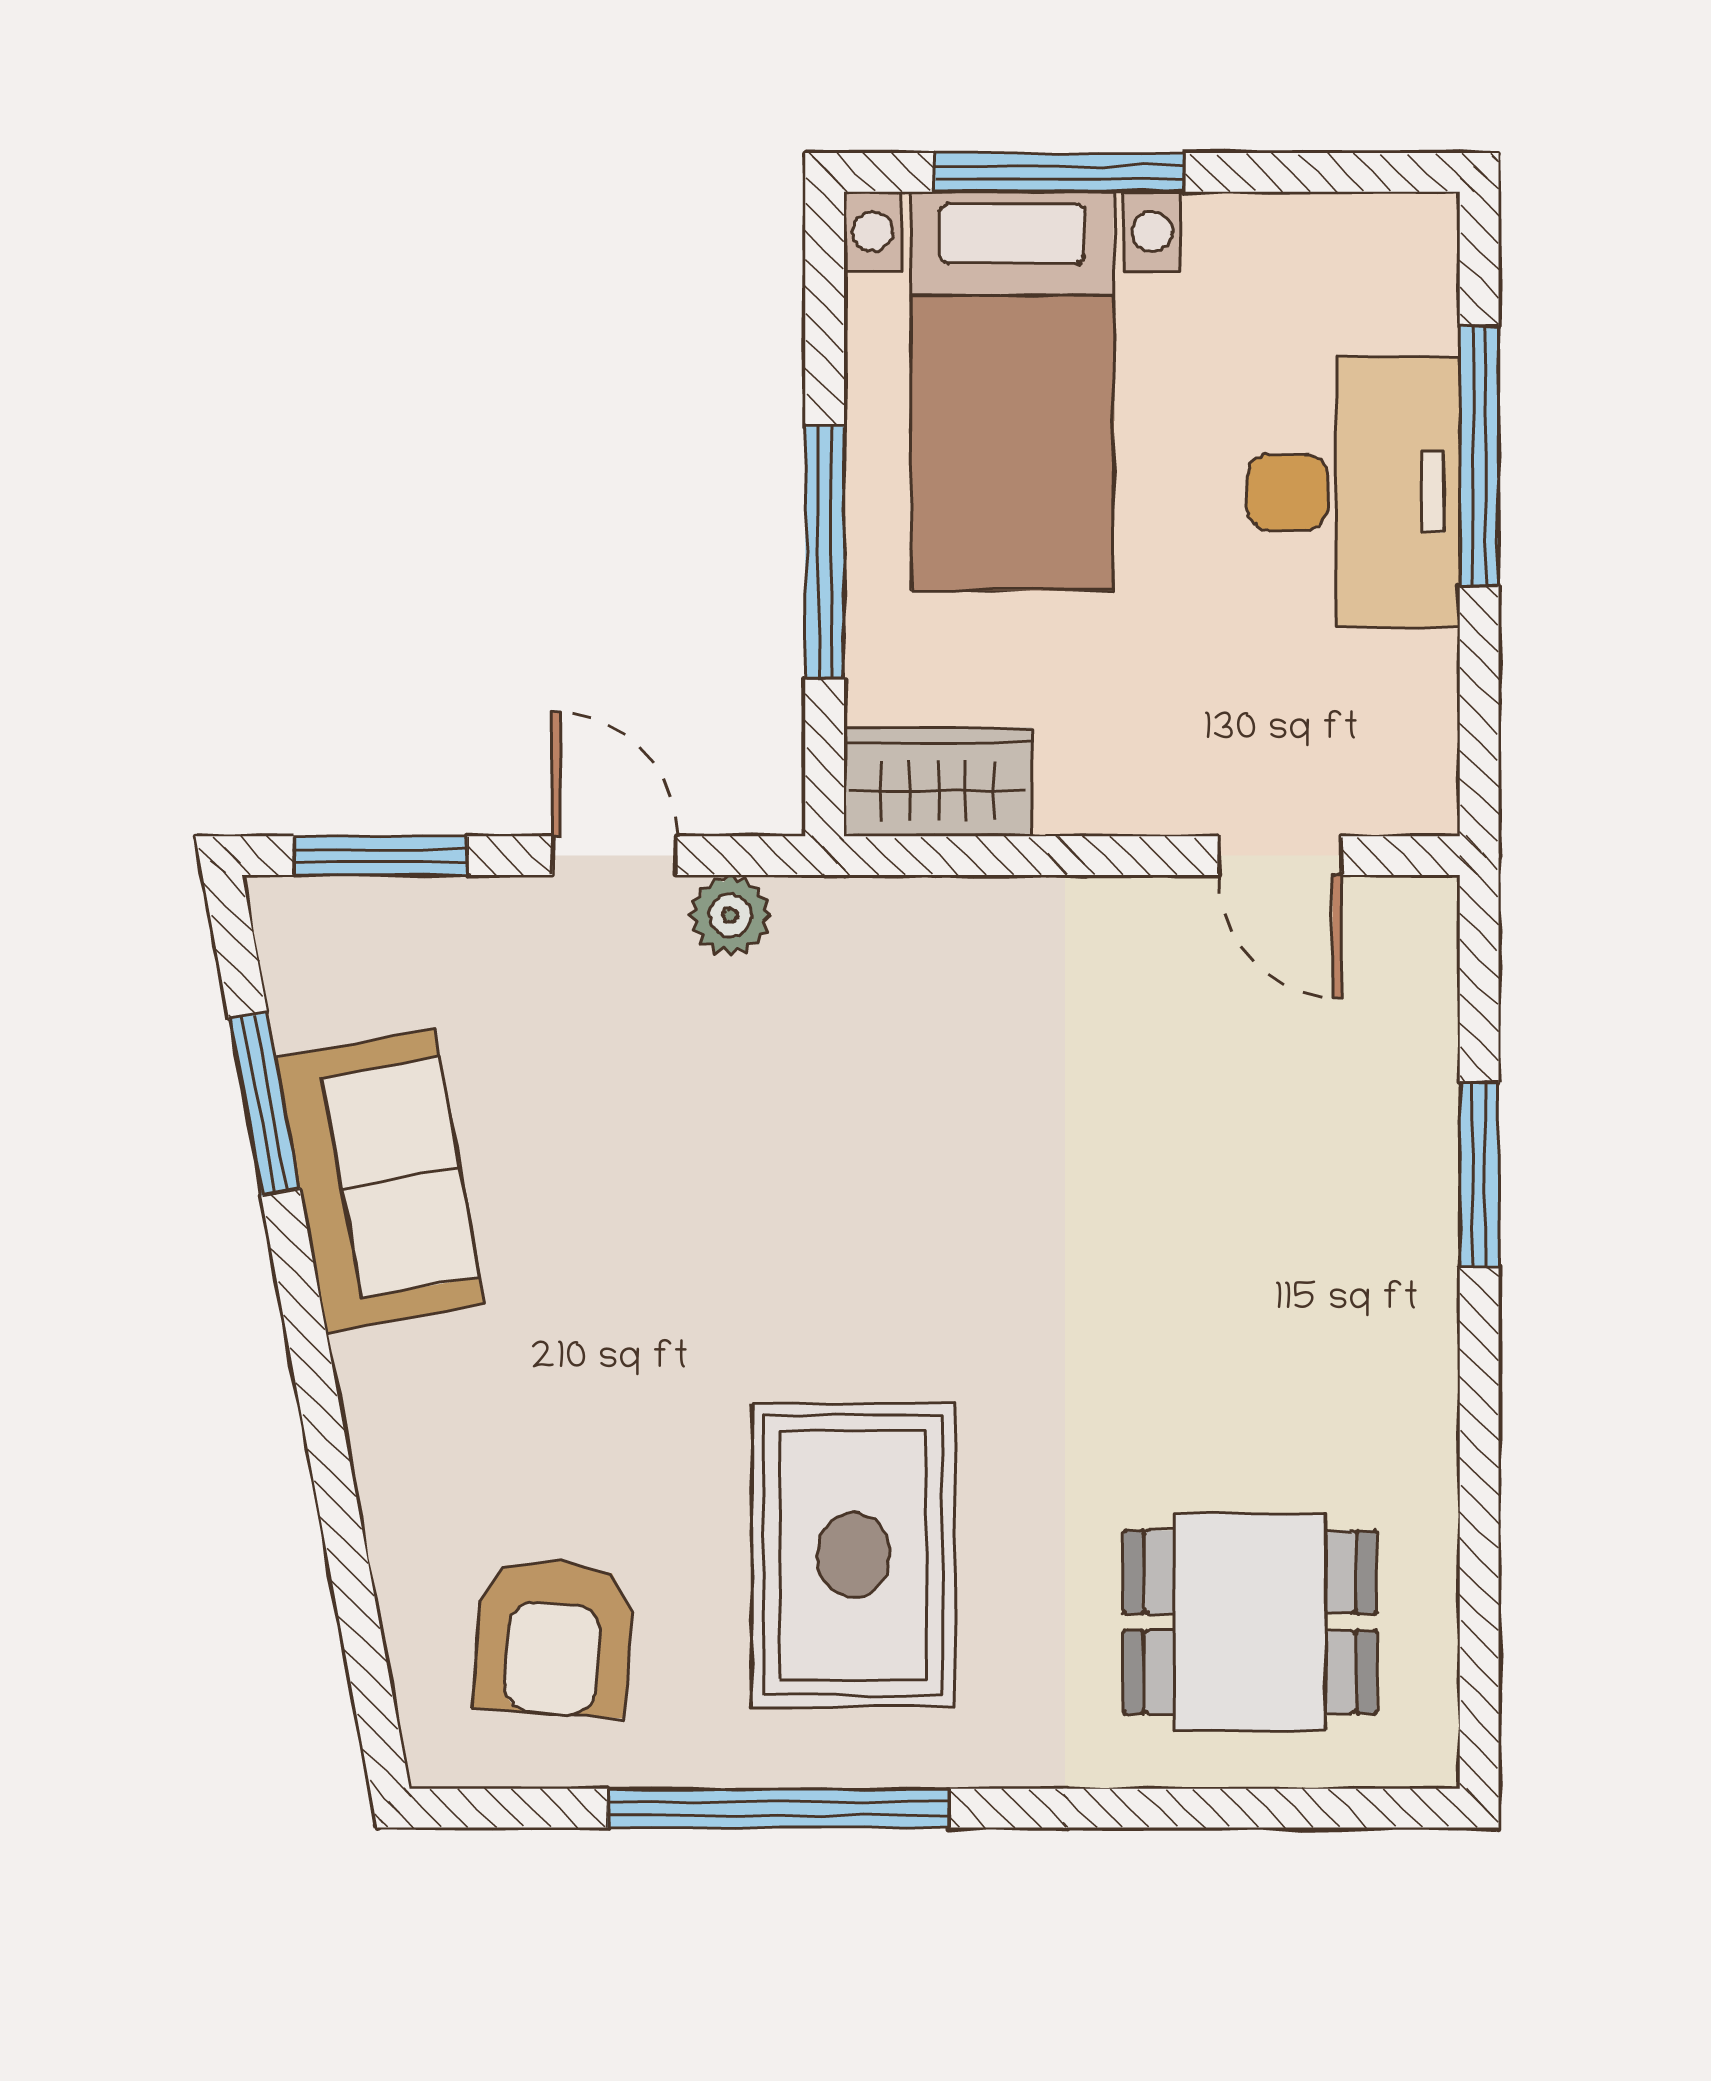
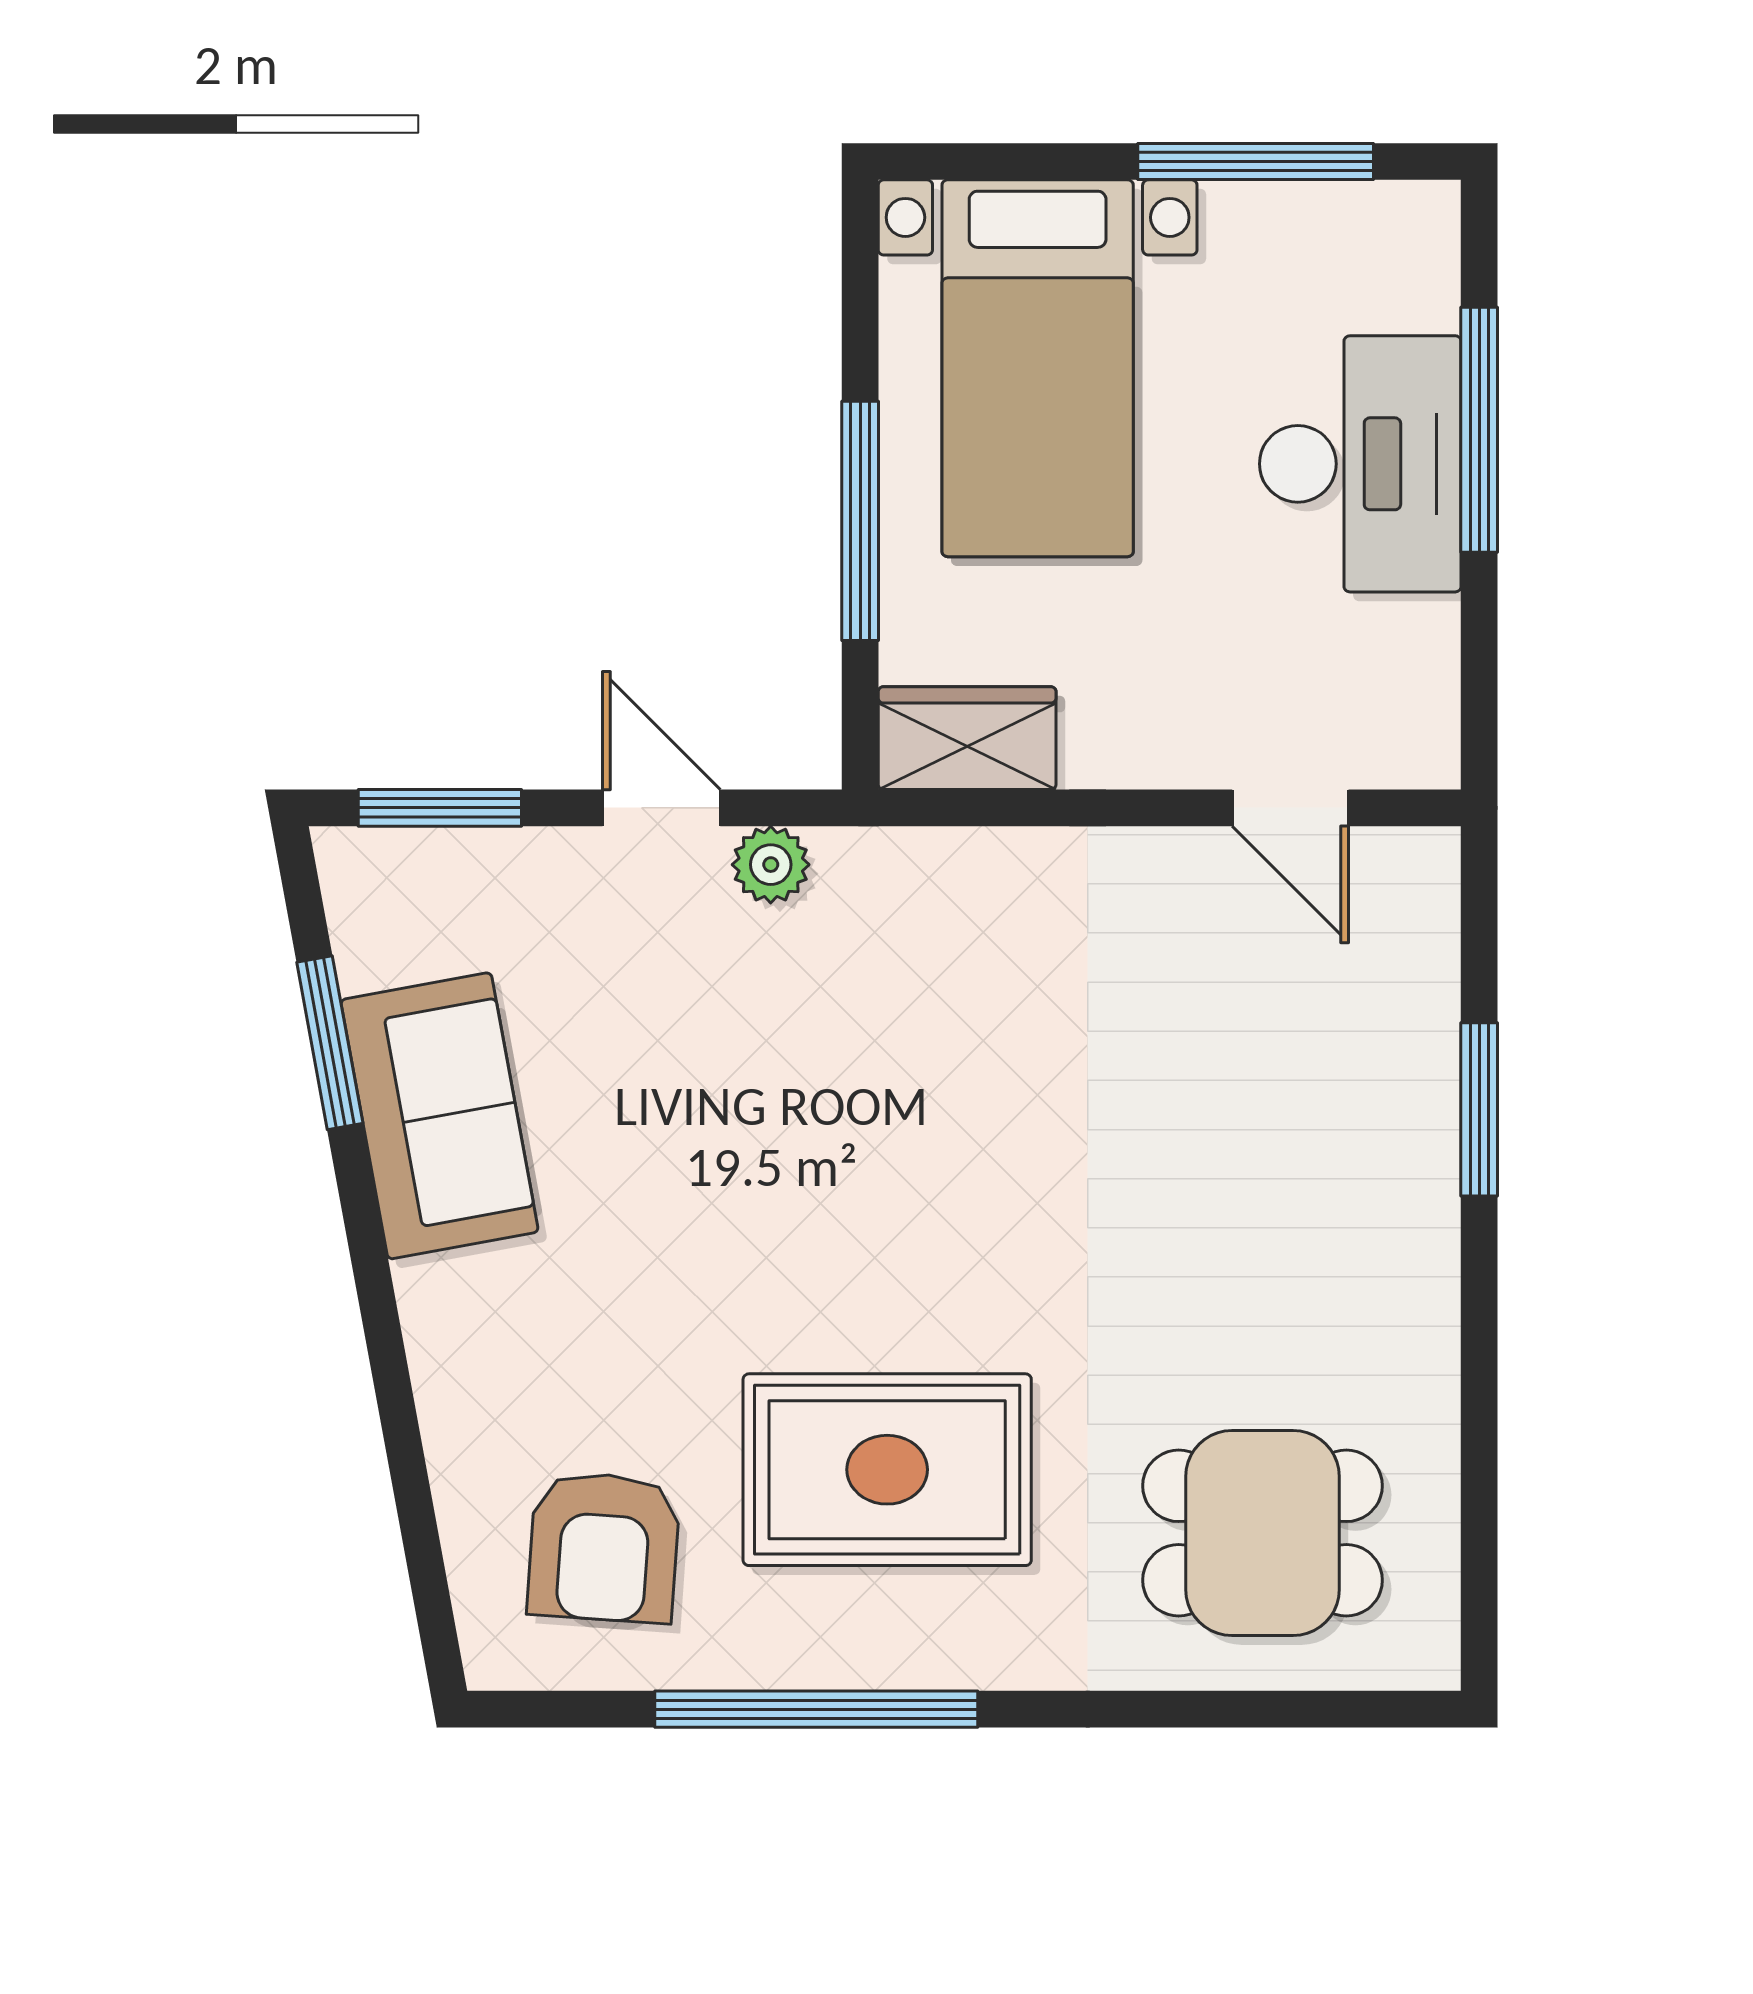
window: (1060, 172) -> (1256, 162), moved
rug: (853, 1555) -> (887, 1470), turned 90

